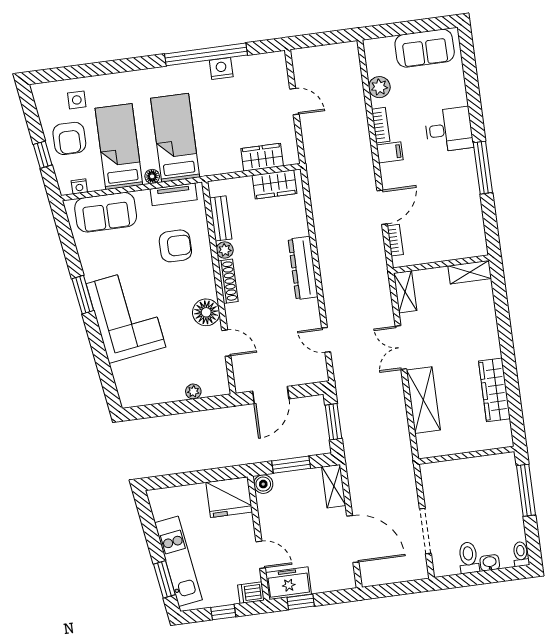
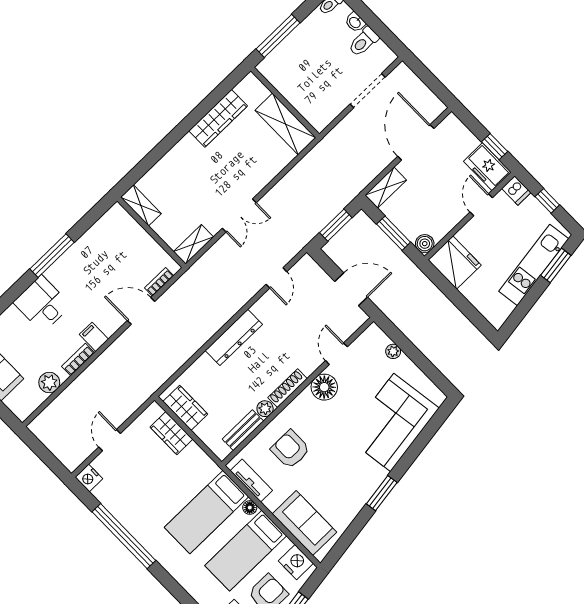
nightstand: (221, 68) -> (89, 478), moved
nightstand: (79, 186) -> (296, 562), width x1.89, depth x1.79
corner sofa: (126, 315) -> (392, 422), moved
shelving: (423, 400) -> (285, 124), moved, turned 90

